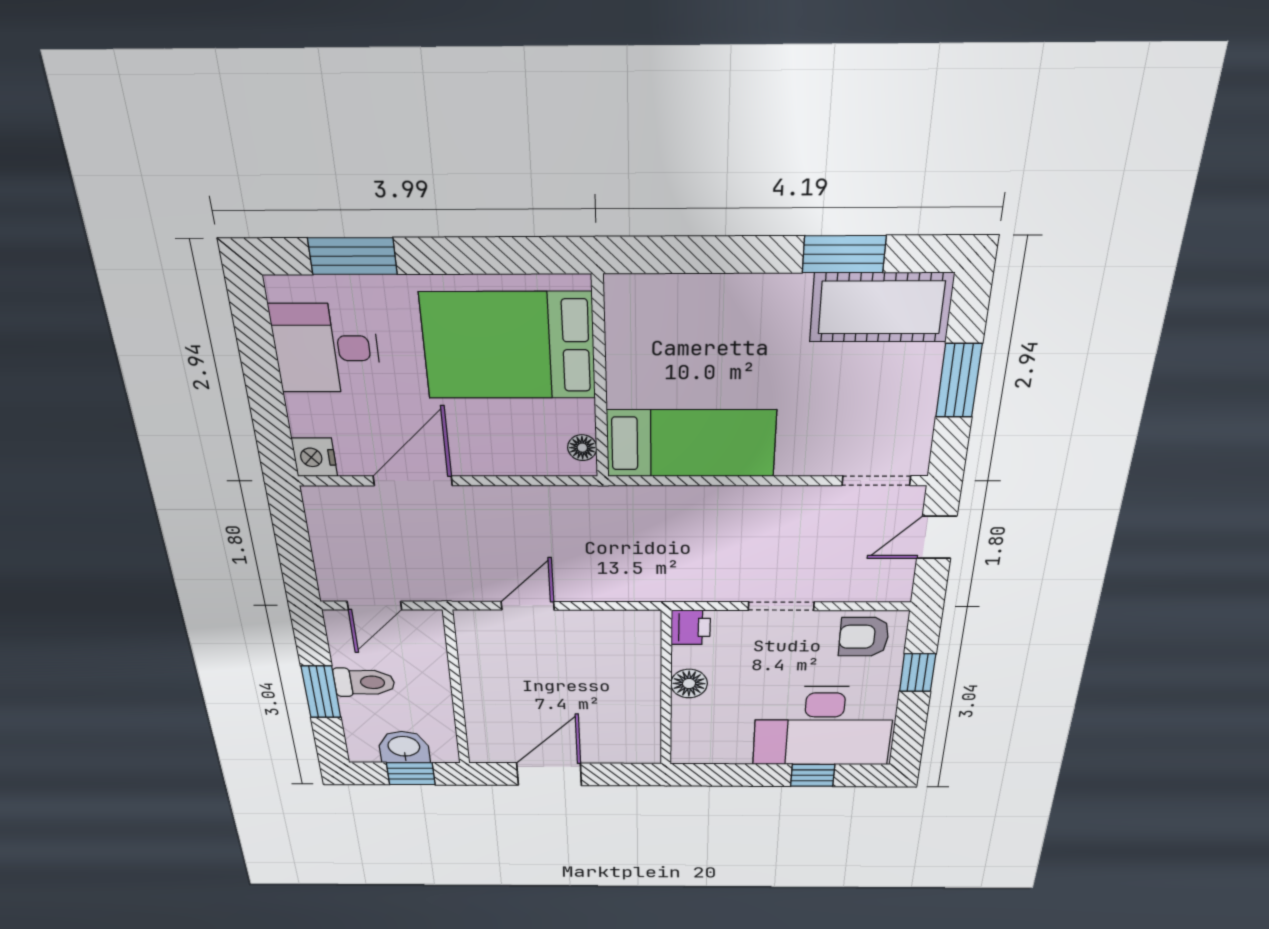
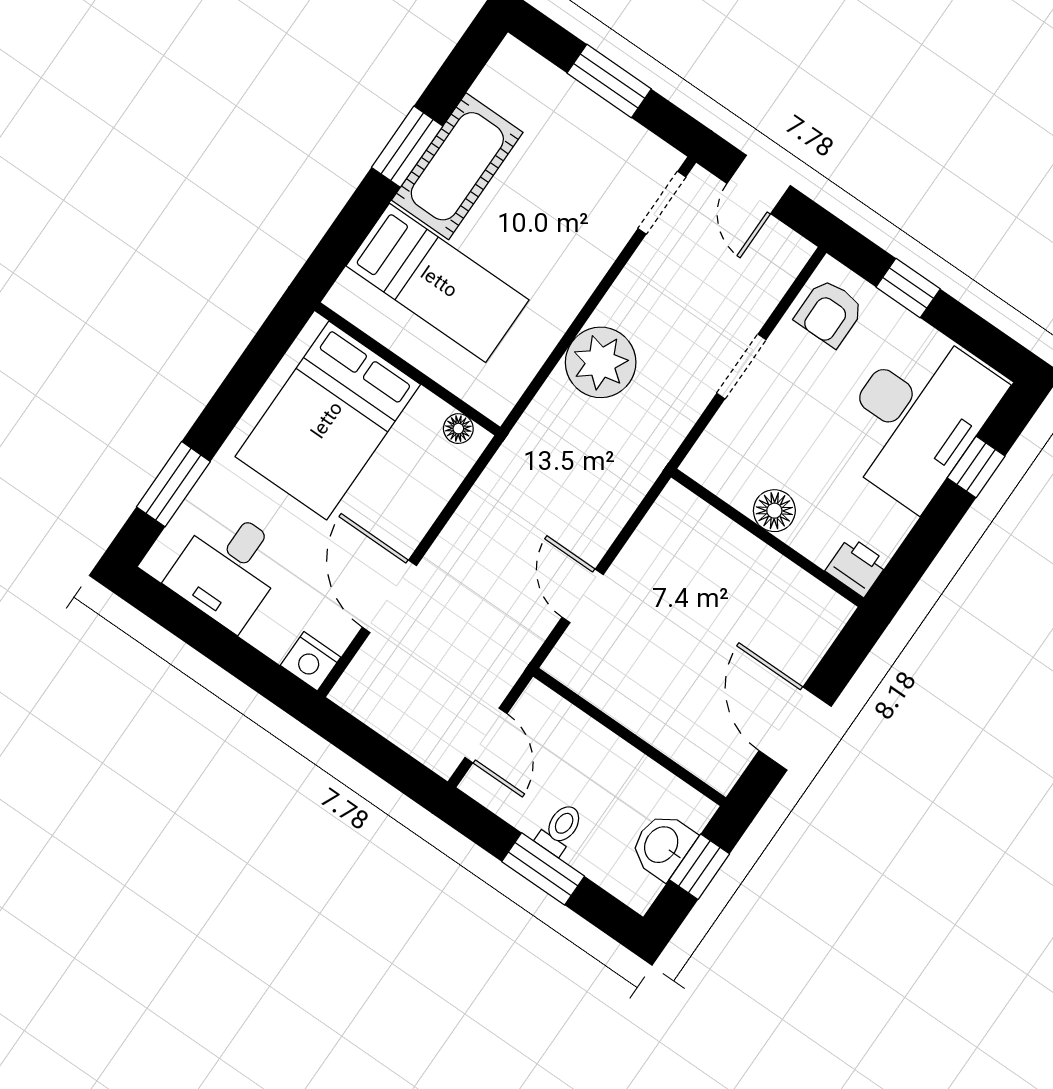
window: (844, 254) -> (407, 147), moved
cot: (881, 307) -> (457, 166), moved
bed: (691, 443) -> (438, 283), moved, turned 90
plant: (714, 514) -> (601, 362), added
printer: (691, 627) -> (857, 567), moved
toilet: (364, 682) -> (560, 829), width x0.73, depth x0.72

